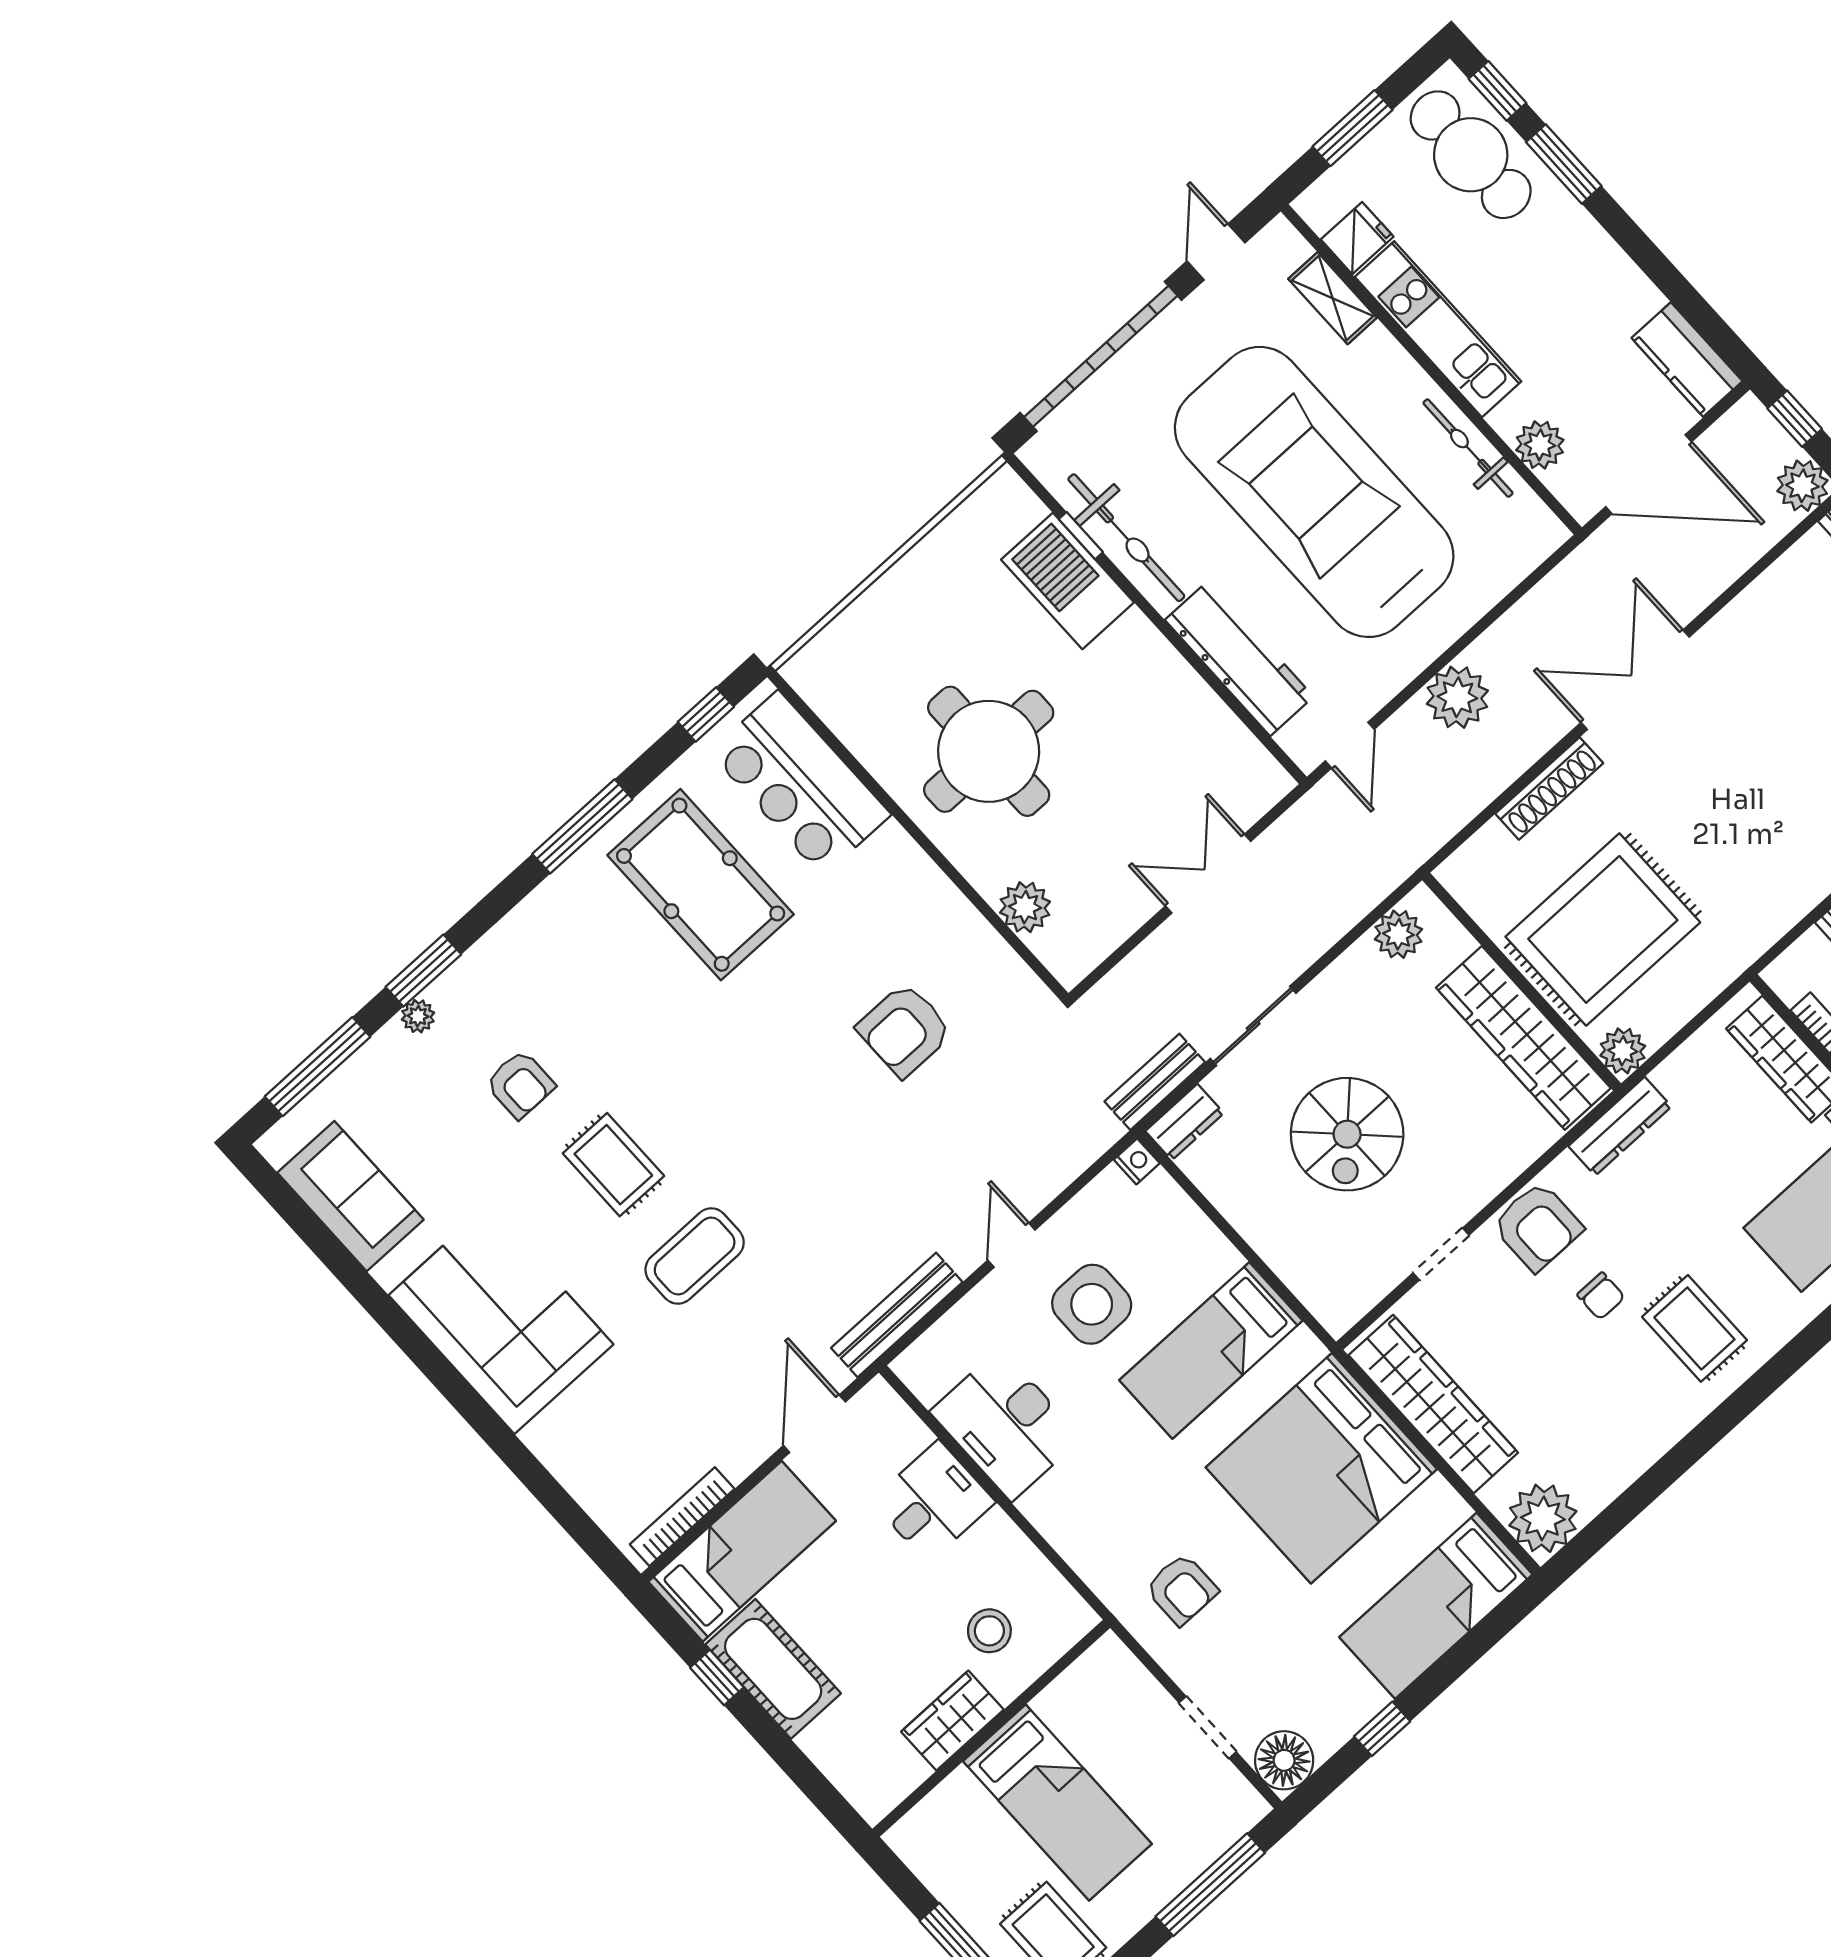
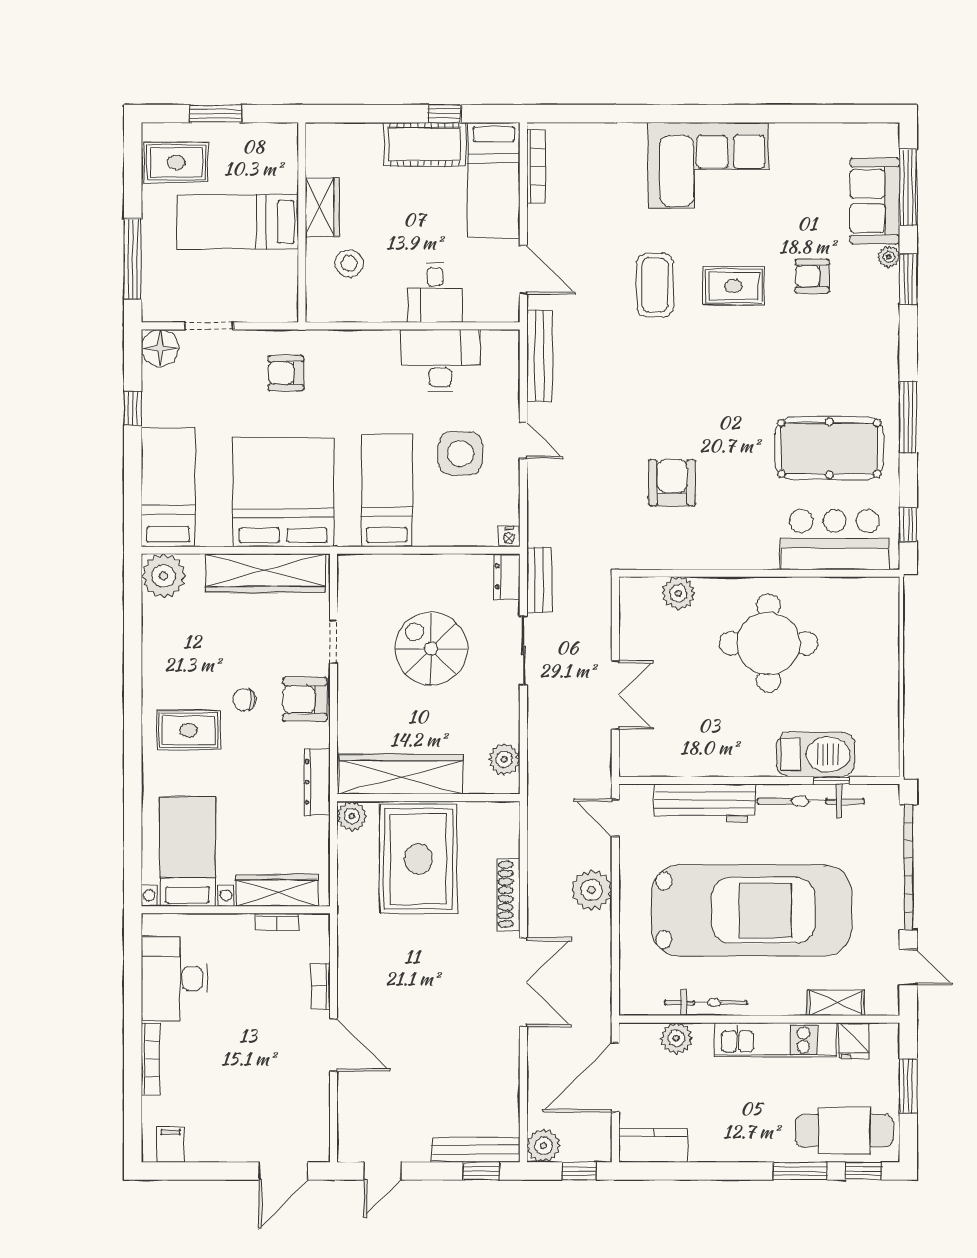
sofa: (351, 1196) -> (875, 201), moved, turned 90

